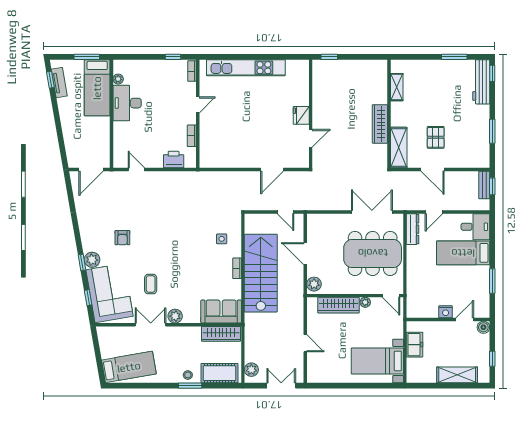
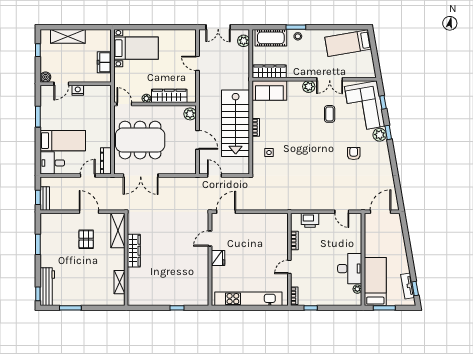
wall: (311, 114) -> (210, 259), moved
fridge: (301, 115) -> (218, 258), moved
door: (311, 138) -> (210, 238), moved

